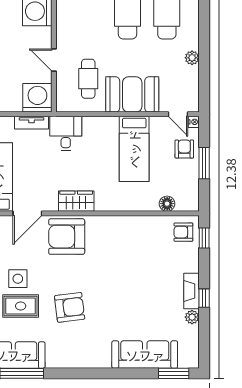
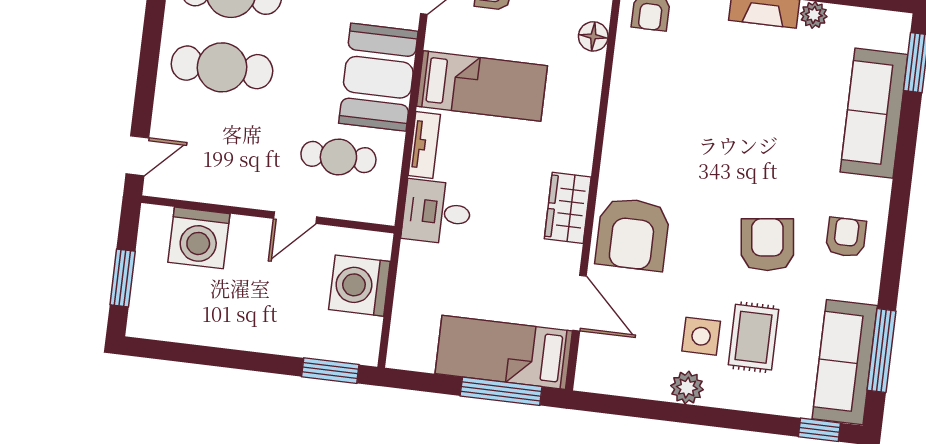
washing machine: (37, 98) -> (359, 286), moved
tv unit: (32, 123) -> (424, 145), moved
armchair: (78, 348) -> (846, 237), added

